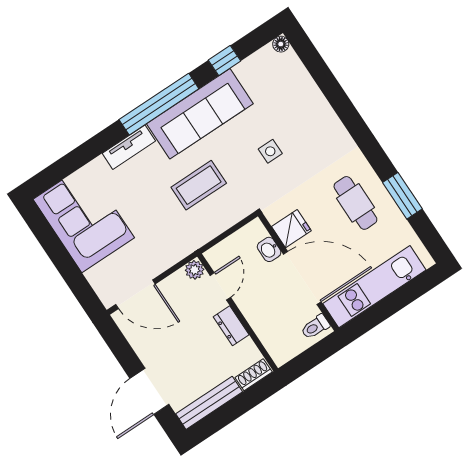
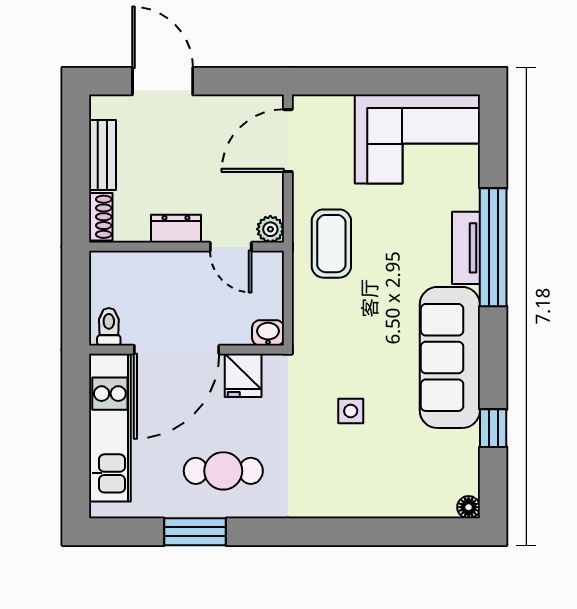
window: (159, 104) -> (493, 247), moved
coffee table: (199, 185) -> (331, 244), moved
washbasin: (269, 249) -> (268, 333), moved
bench: (209, 403) -> (102, 155), width x0.73

